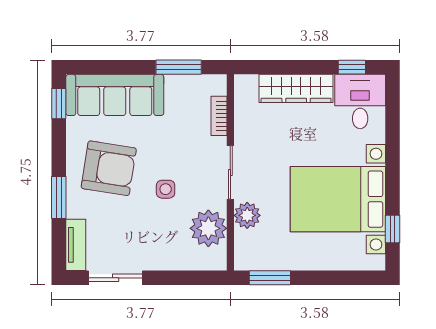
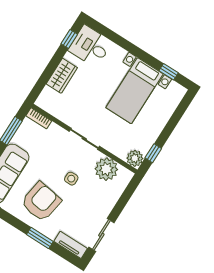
wardrobe: (296, 88) -> (62, 76), width x0.67
bookcase: (219, 116) -> (39, 118), moved
bed with nightstands: (338, 199) -> (134, 91), width x0.73
plant: (247, 215) -> (135, 158), moved
window: (270, 278) -> (153, 153), width x0.67

